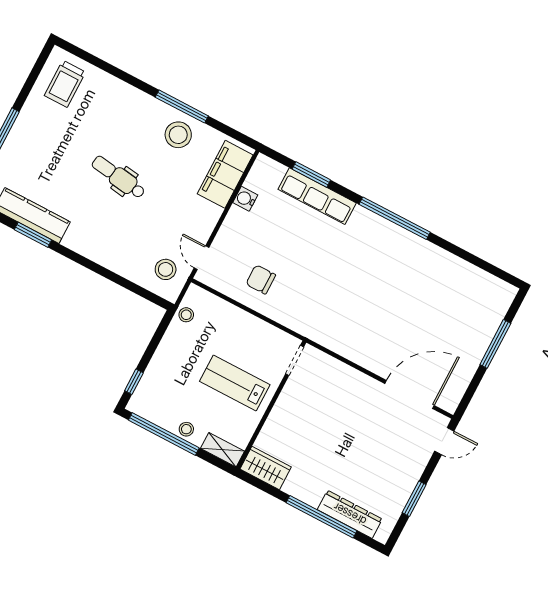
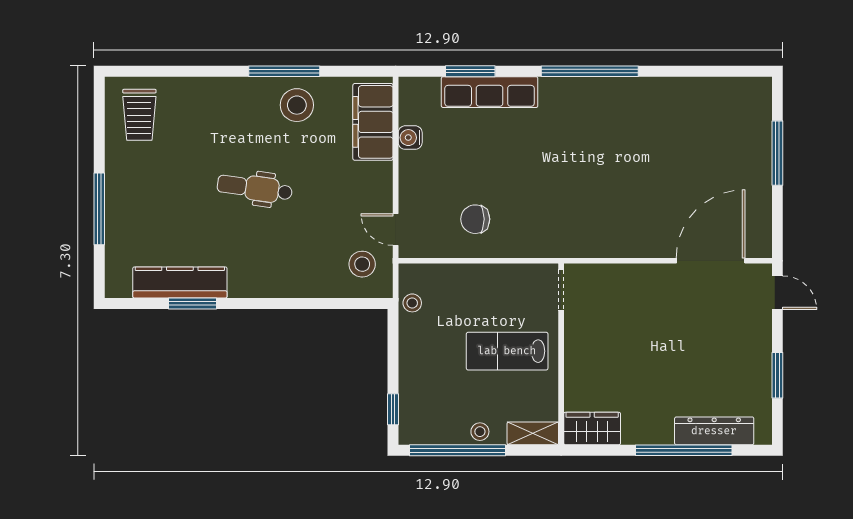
door: (444, 441) -> (777, 293), hinge flipped

